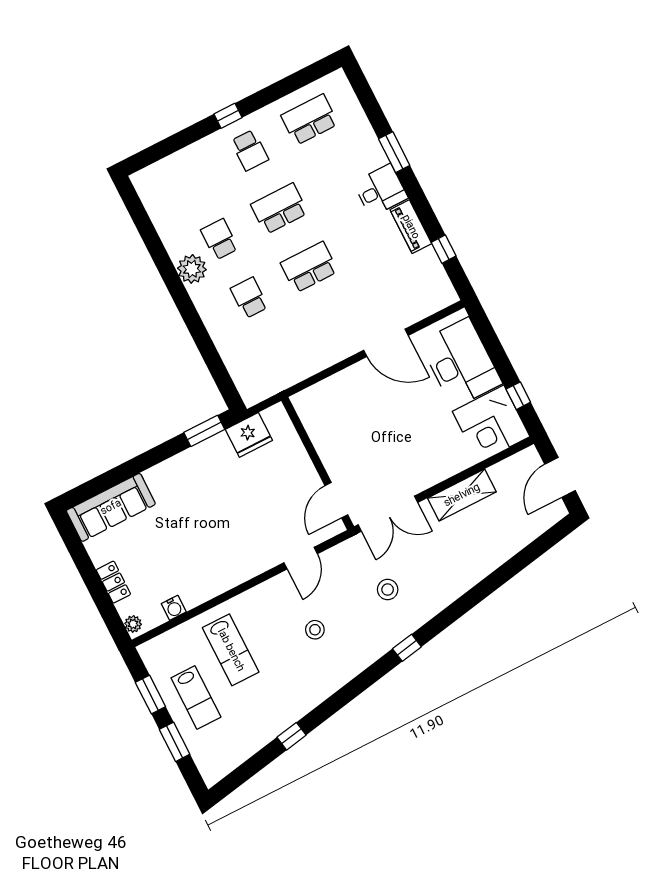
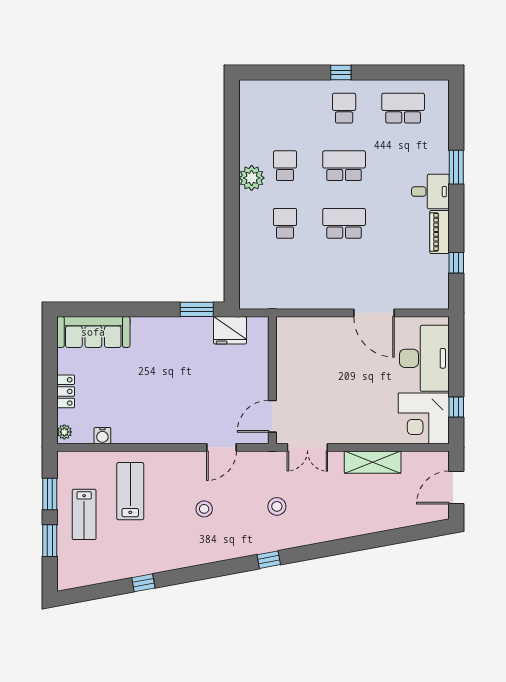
school desk: (250, 150) -> (344, 108), turned 180
double door: (388, 514) -> (307, 447), width x0.73
lab bench: (231, 650) -> (130, 491), turned 180

